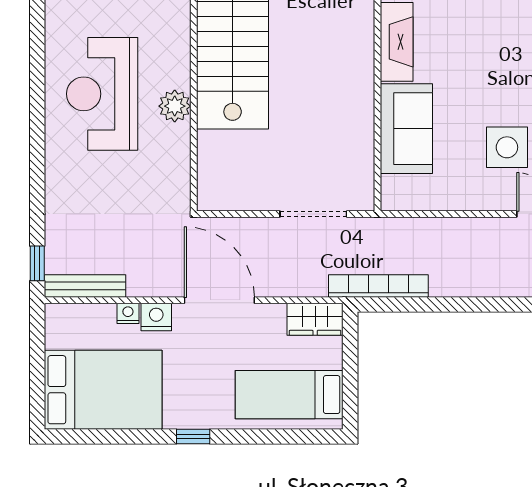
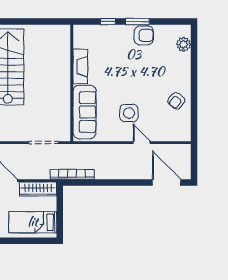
sofa: (406, 129) -> (85, 112), width x1.36
wardrobe: (315, 319) -> (38, 189), width x1.50

